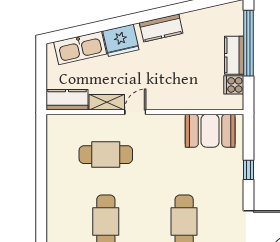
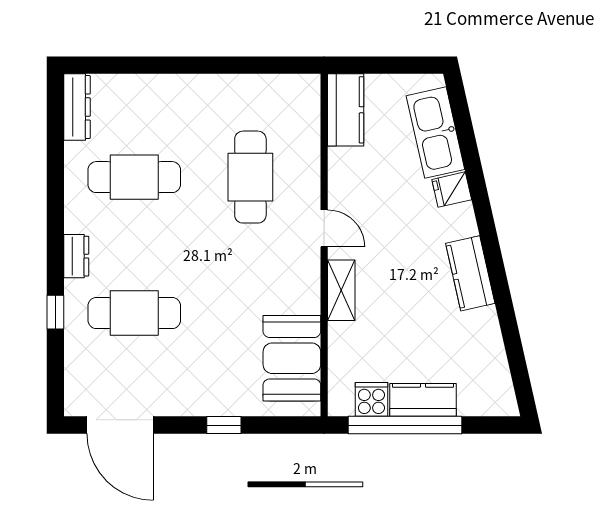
fridge: (121, 40) -> (452, 190), width x0.53, depth x0.75
window: (249, 43) -> (405, 425), moved
shelving: (107, 102) -> (341, 290), moved

